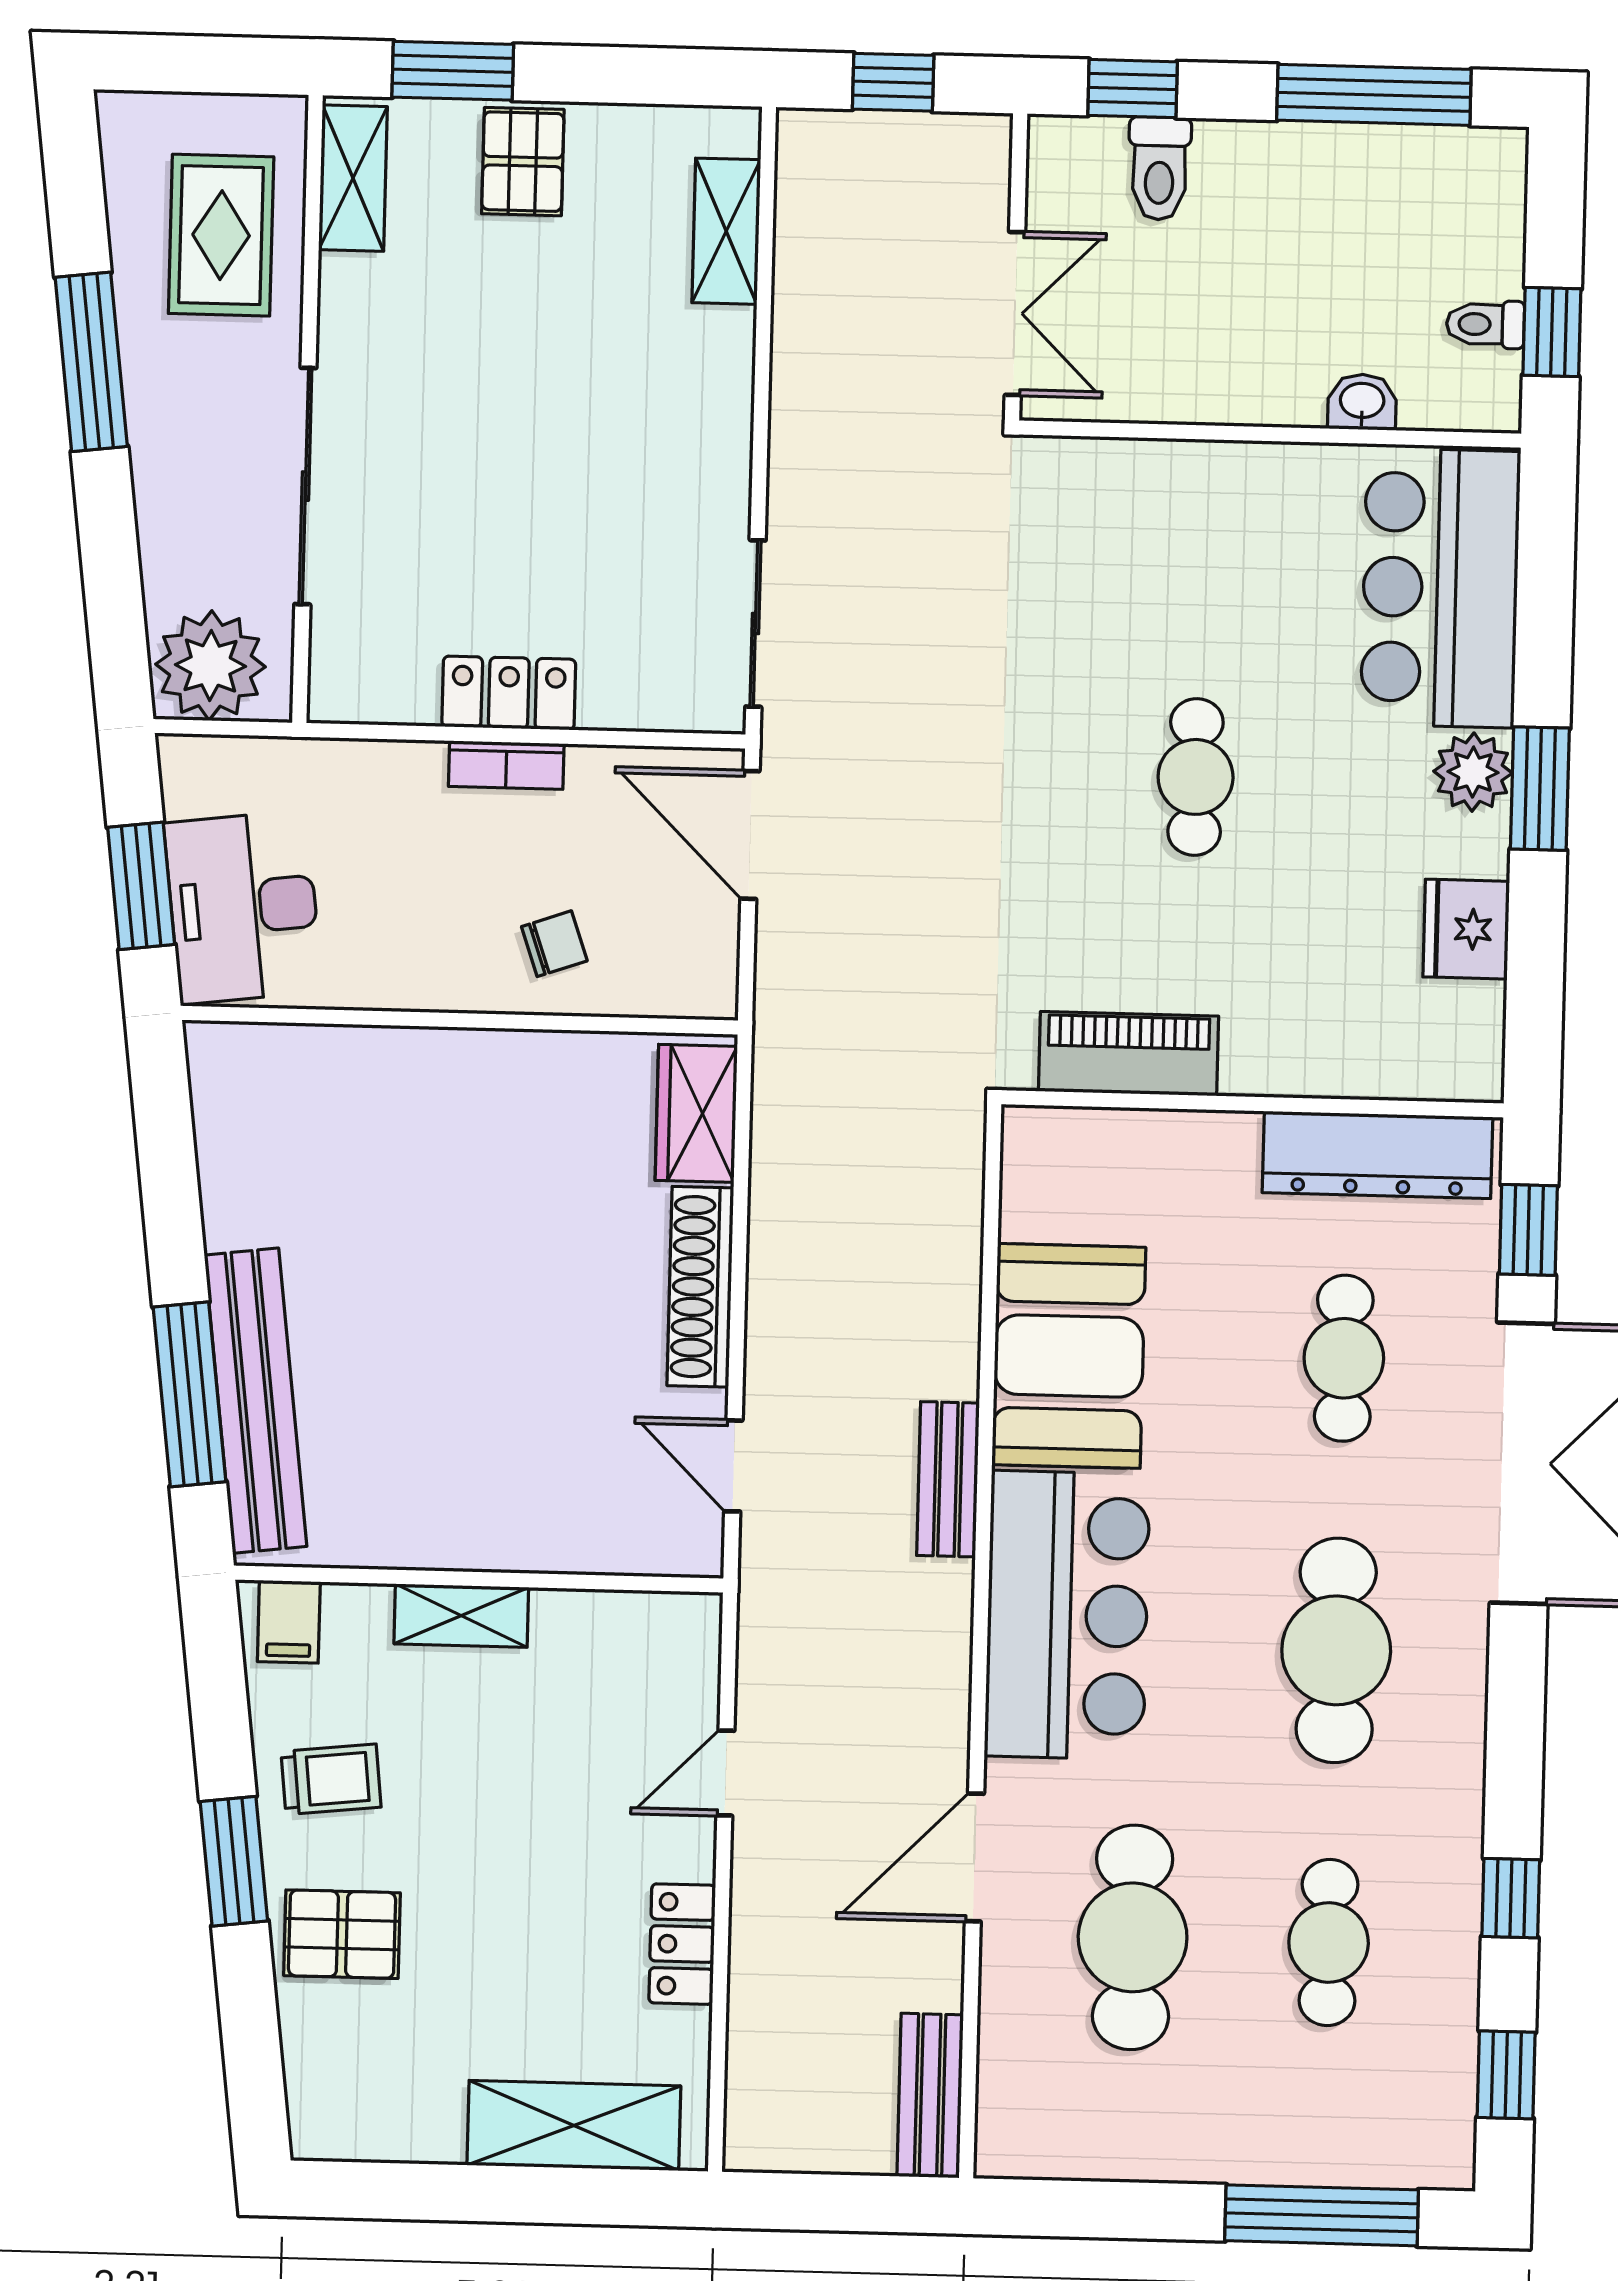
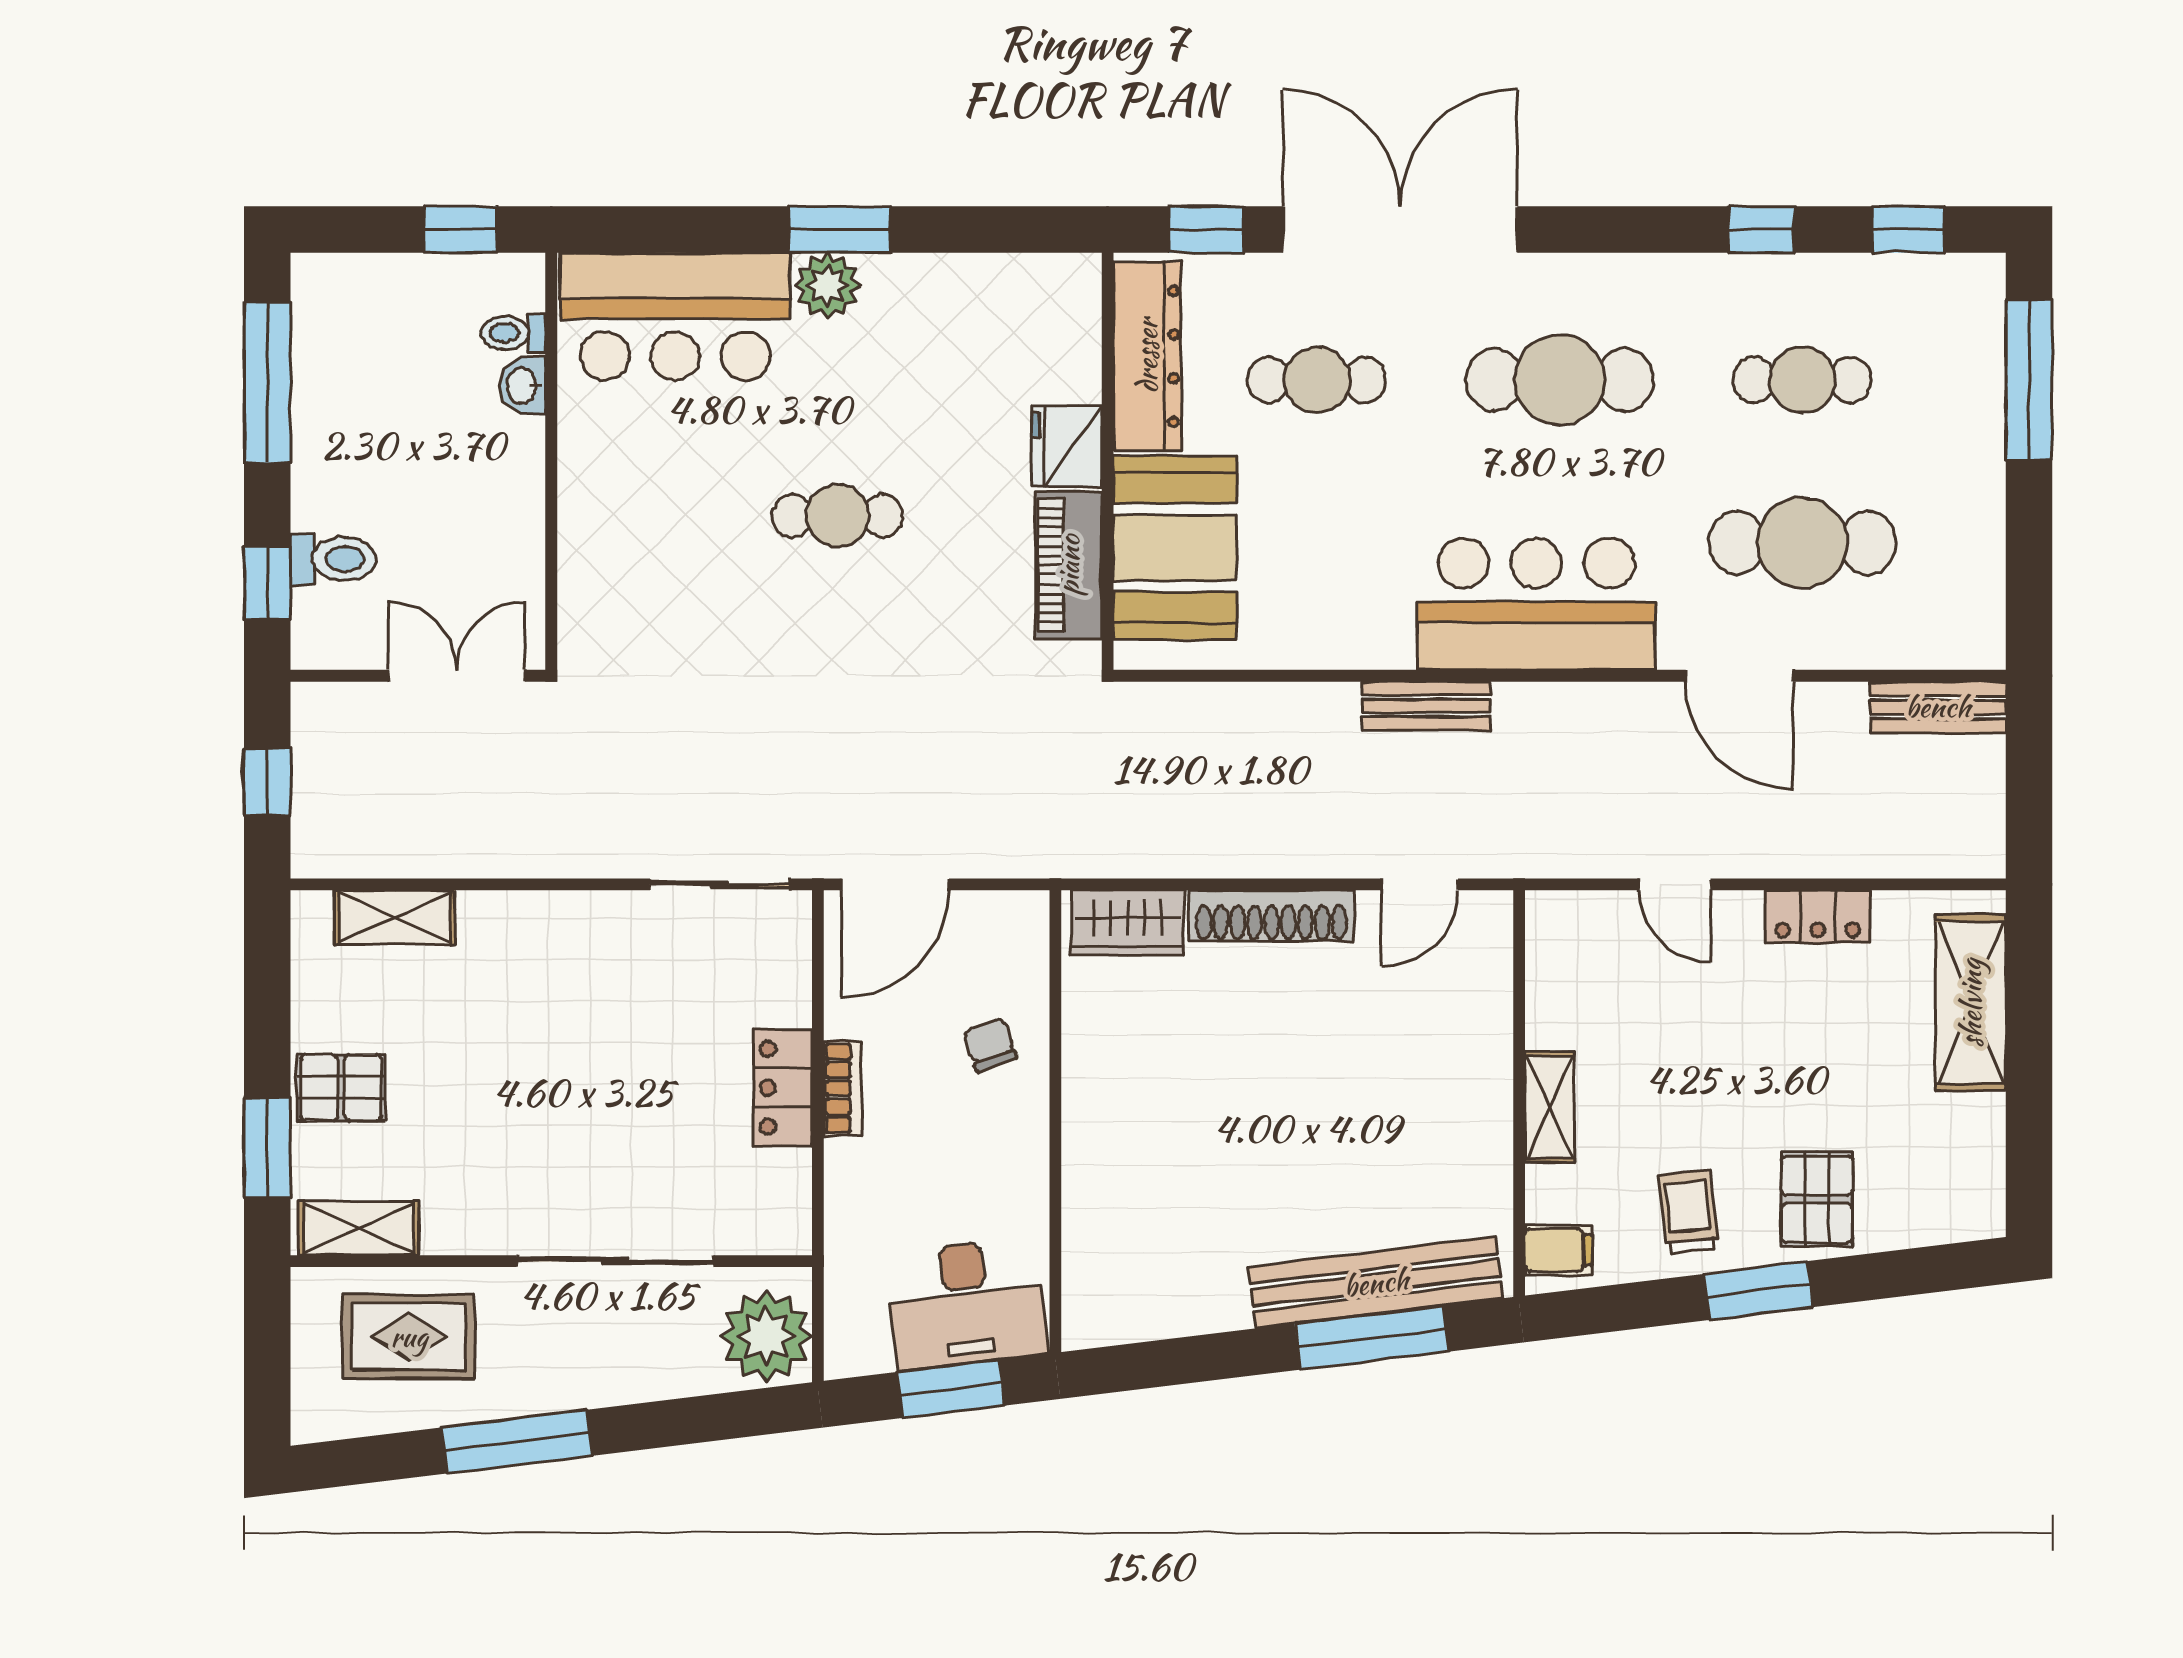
toilet: (1485, 324) -> (513, 333), moved, turned 90
fridge: (1466, 929) -> (1067, 446), moved, turned 90
booth: (1069, 1356) -> (1175, 548), moved, turned 90

